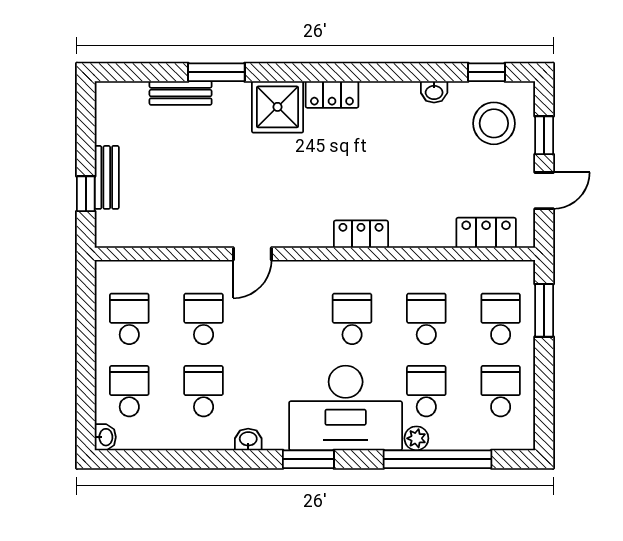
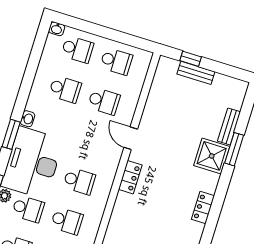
shower: (278, 107) -> (212, 156), moved
locker: (361, 234) -> (130, 177), moved
washbasin: (248, 439) -> (28, 119), moved

